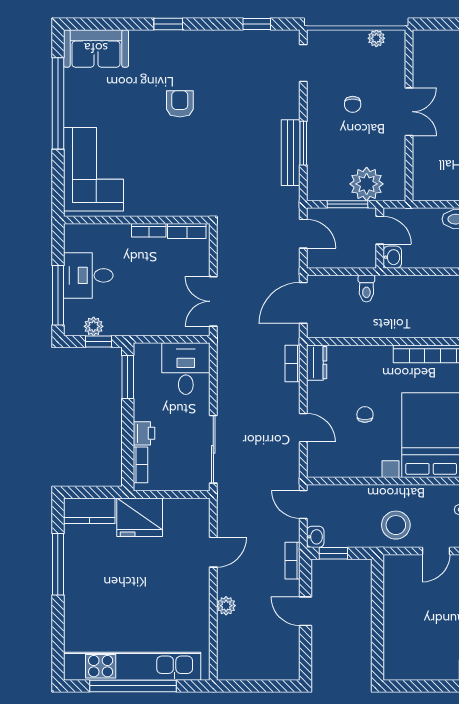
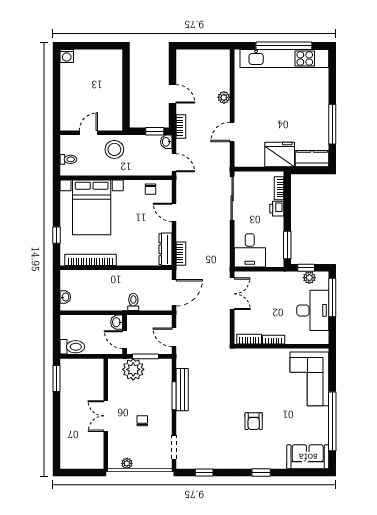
desk: (88, 275) -> (313, 310), width x1.37
dresser: (317, 363) -> (165, 249), width x1.44
chair: (365, 415) -> (151, 189), moved

